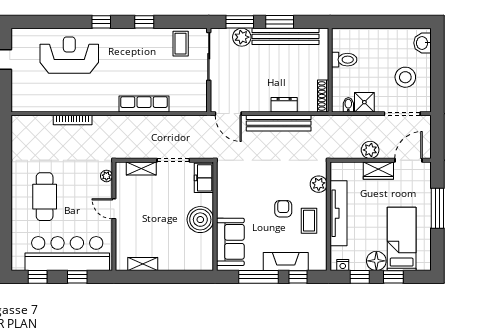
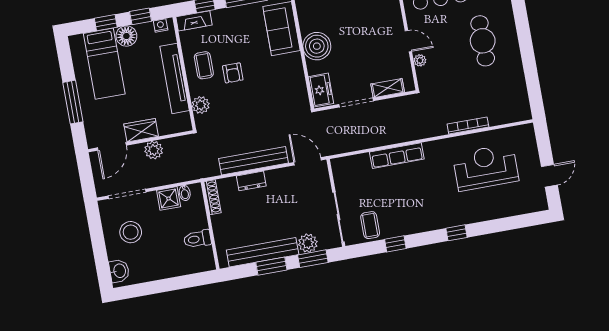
window: (144, 22) -> (395, 244), moved
reception desk: (69, 55) -> (486, 167), moved, turned 180
plant: (106, 176) -> (420, 60), moved
fireplace: (286, 262) -> (194, 21), moved, width x0.73, depth x0.76

